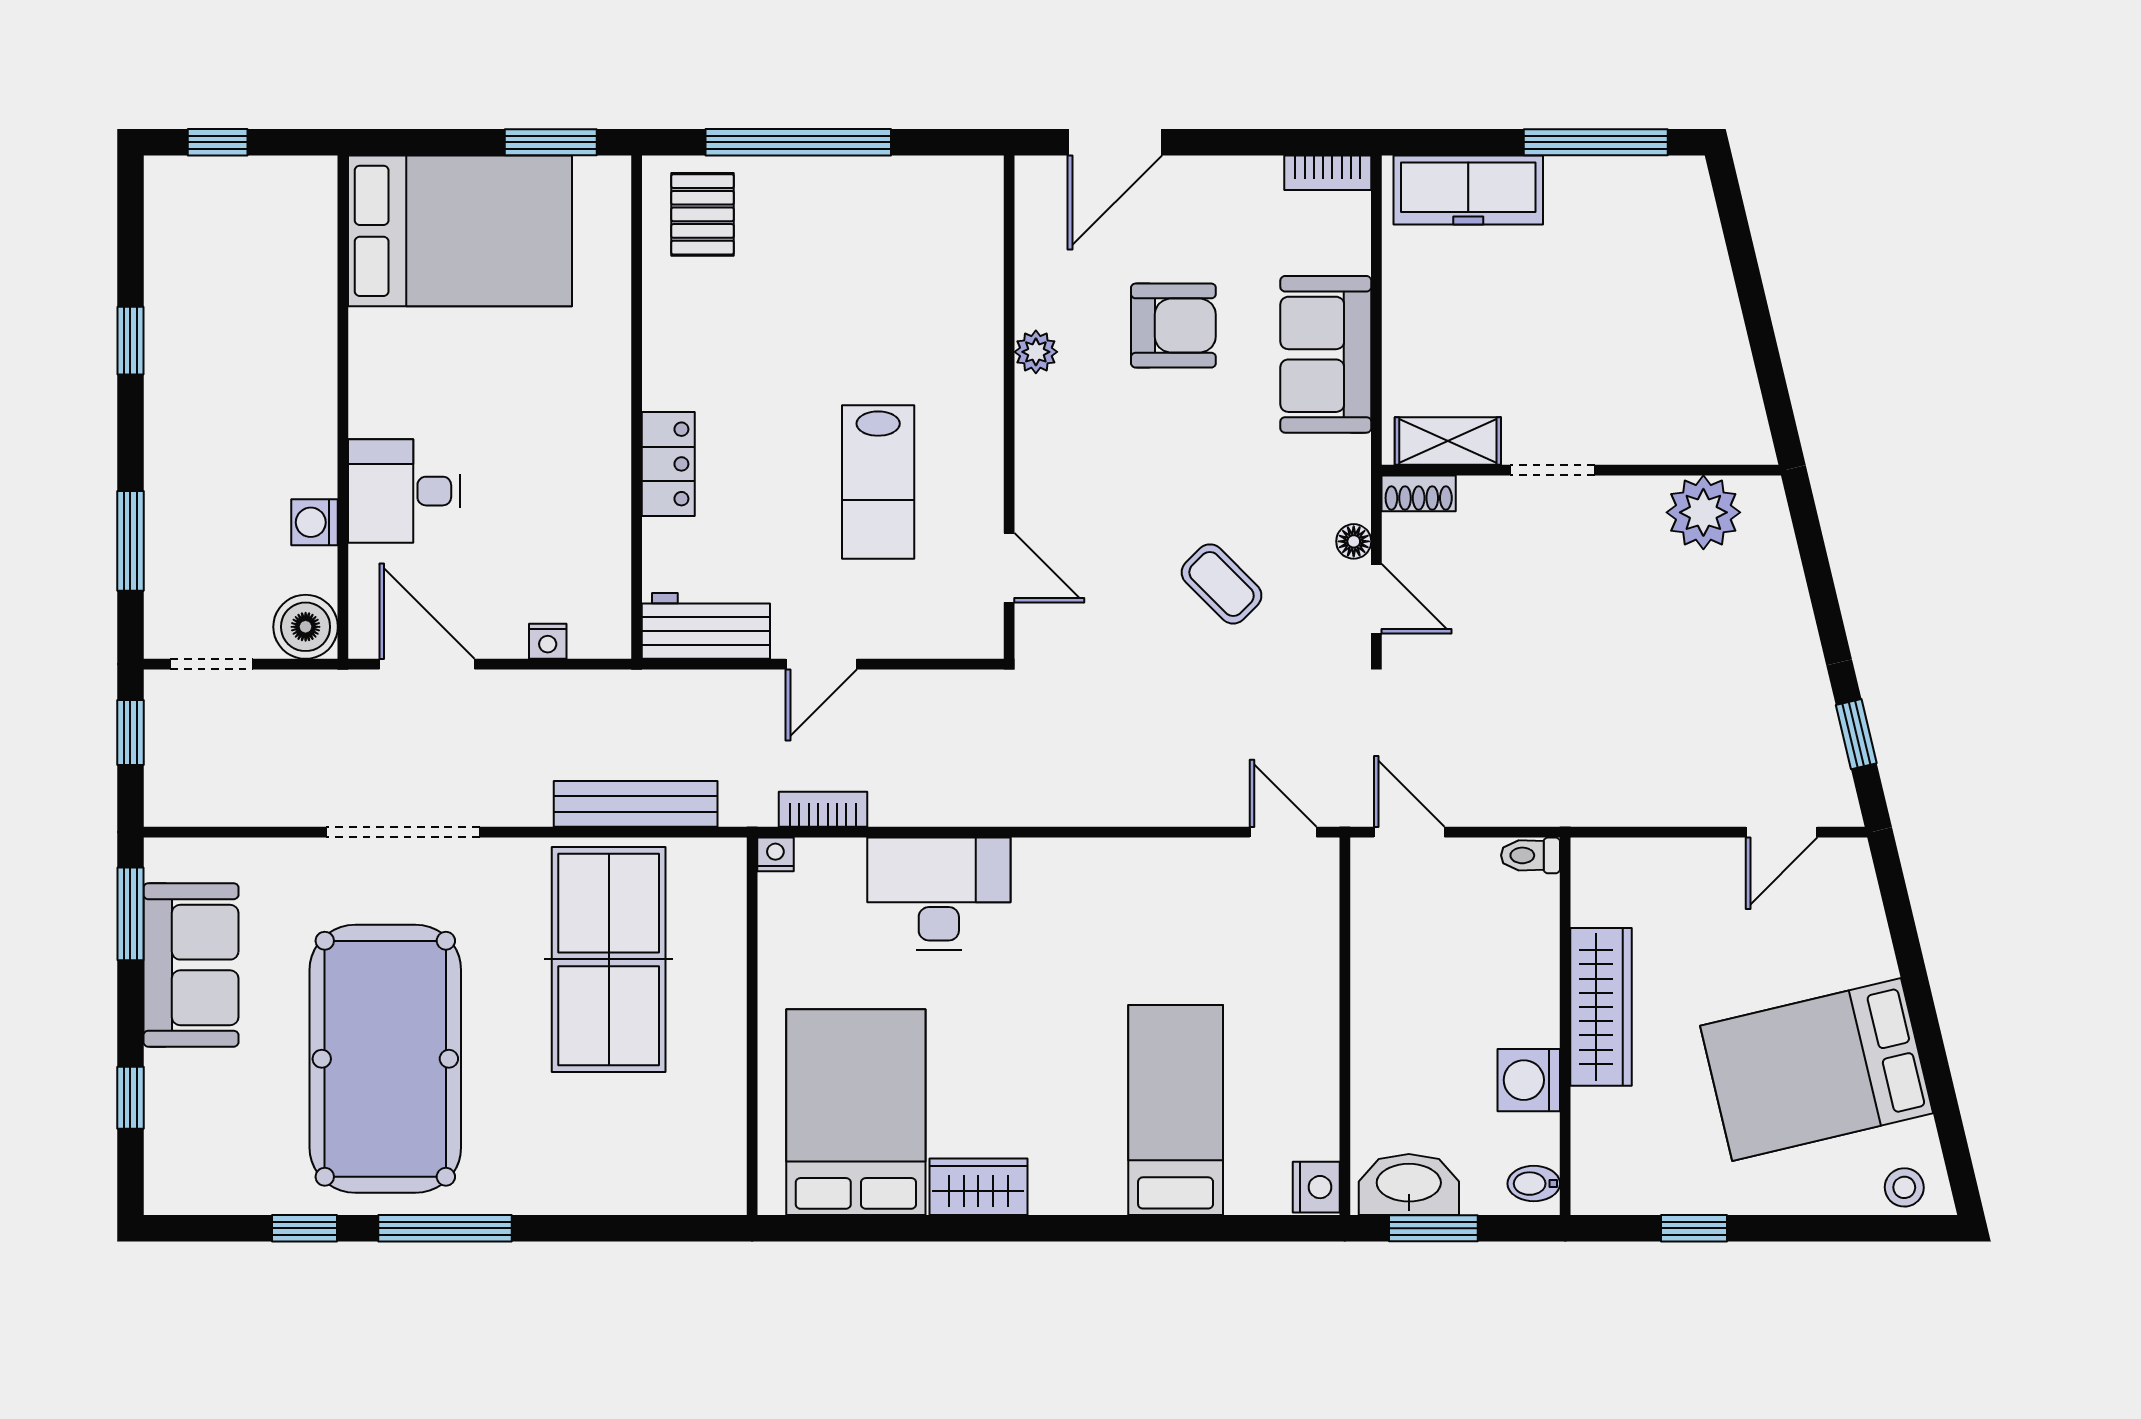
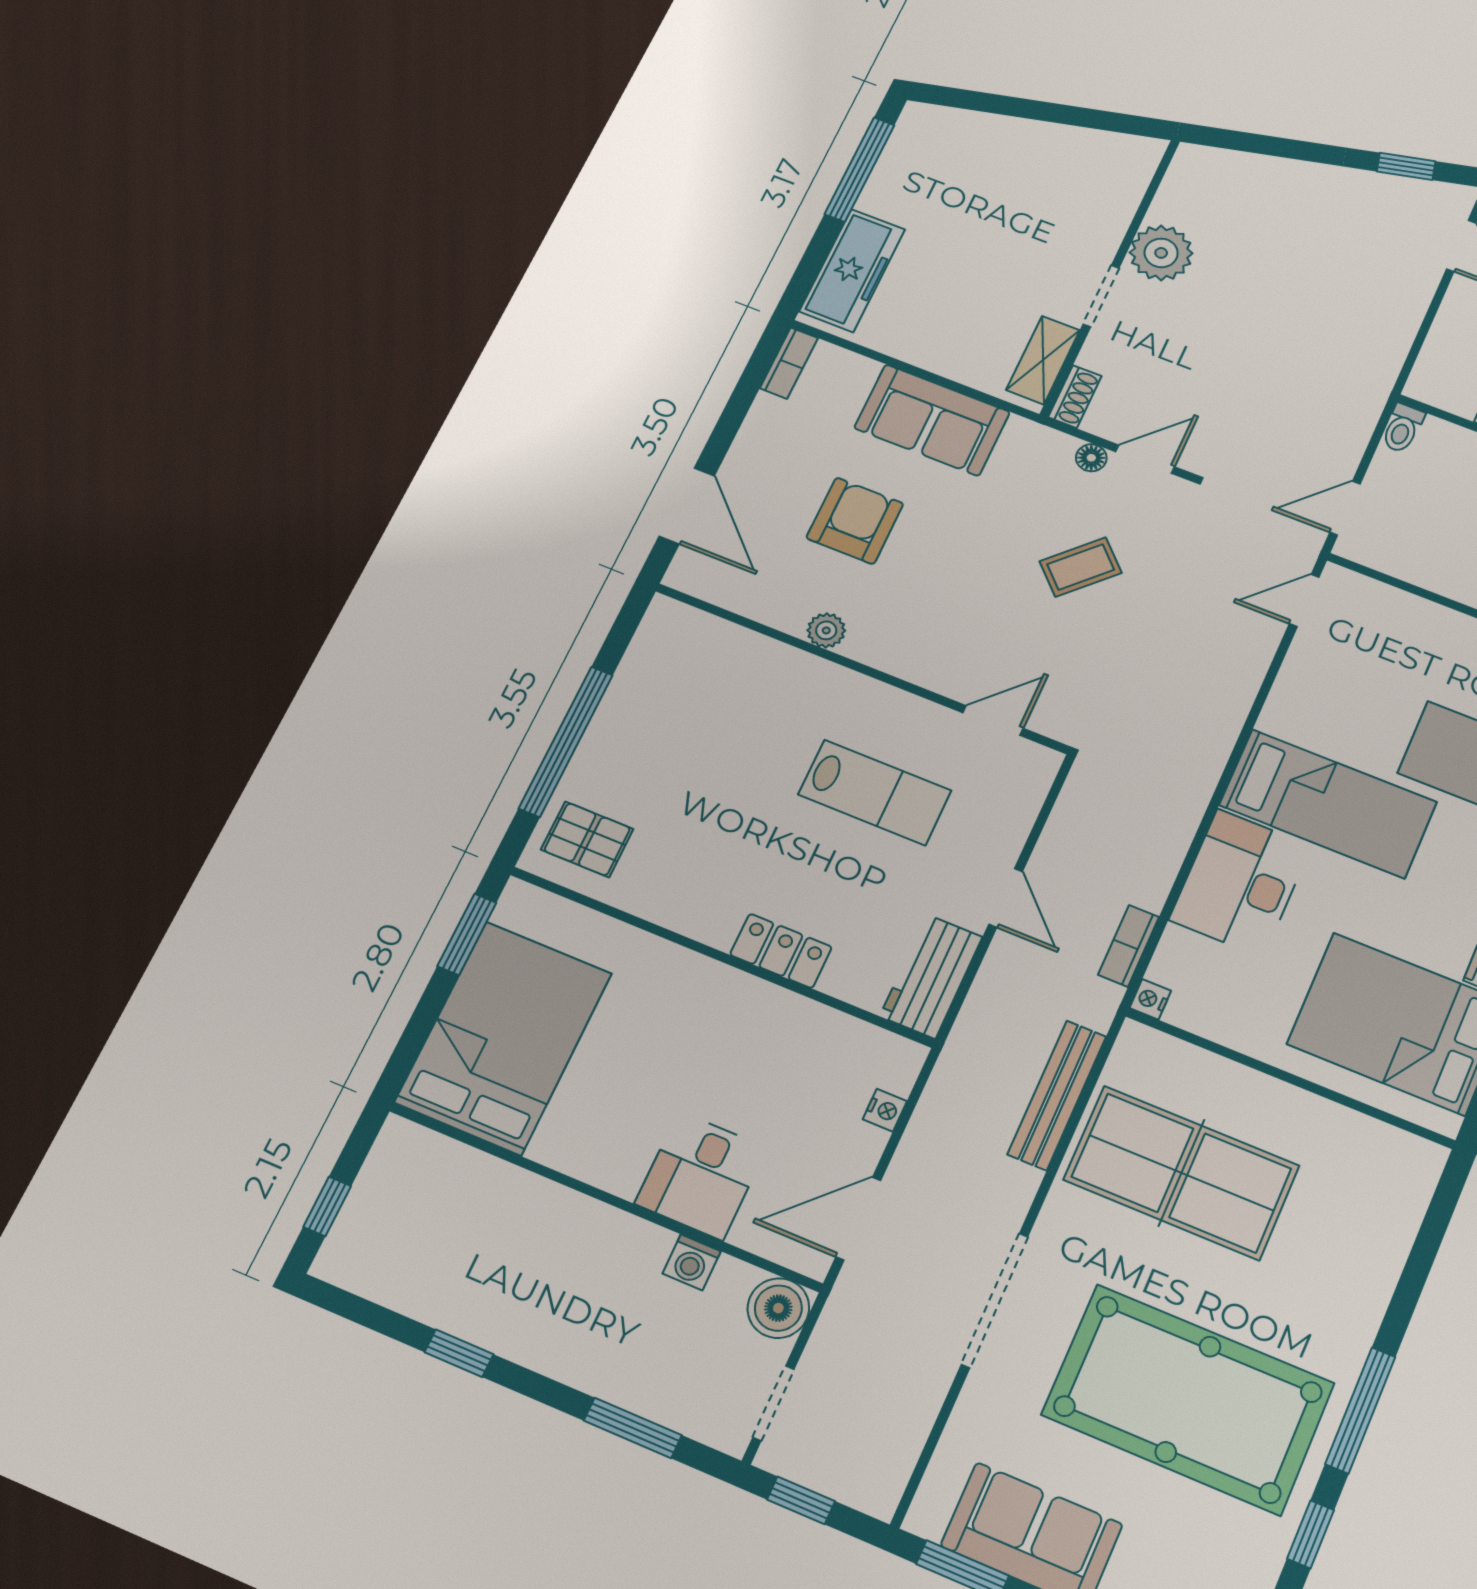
plant: (1703, 512) -> (1161, 253), moved
bed: (1064, 947) -> (1328, 804), added

